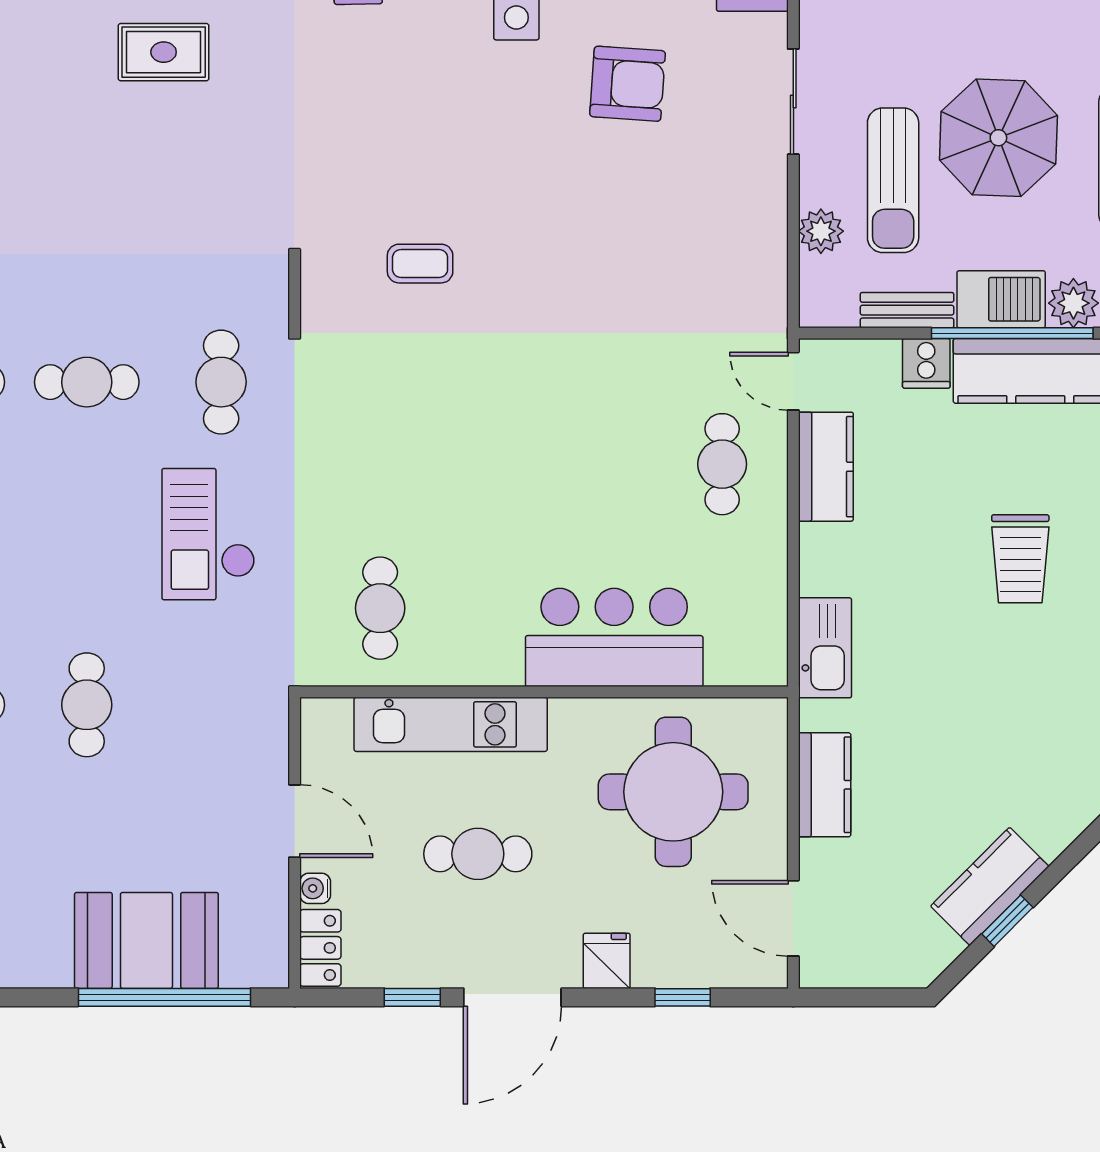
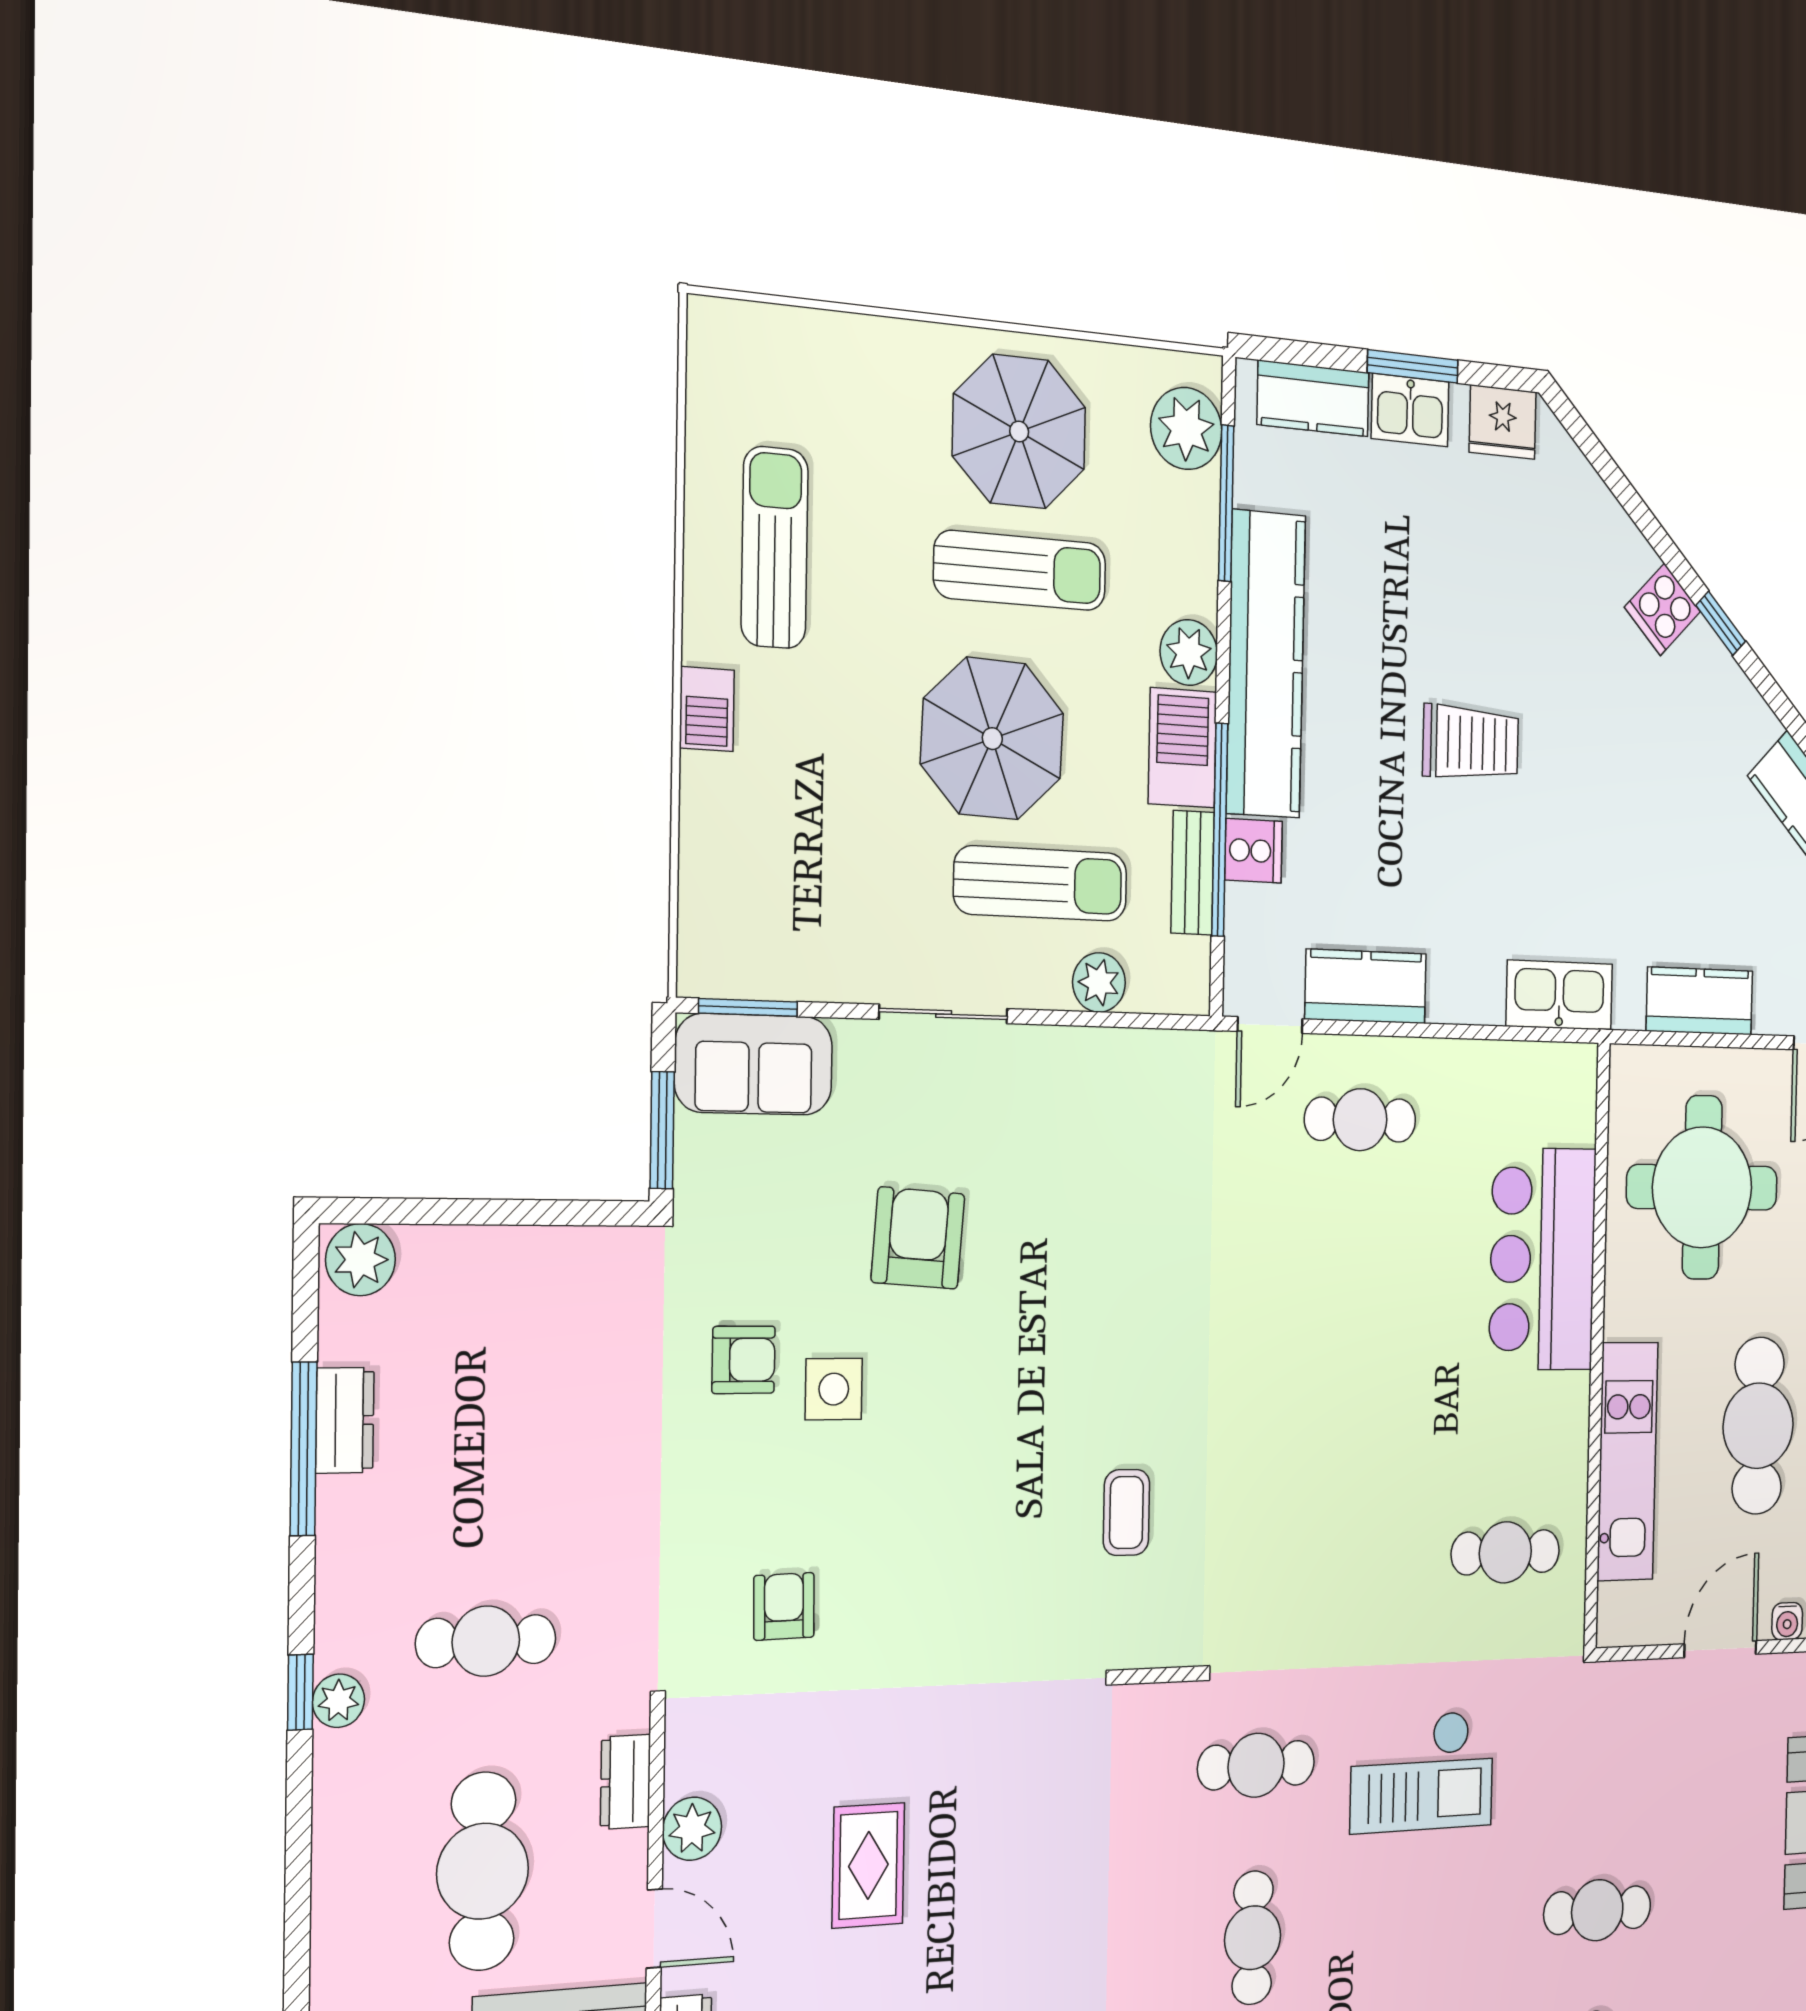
window: (1012, 333) -> (1220, 830), moved
cafe table: (478, 854) -> (1758, 1426), width x1.37, depth x1.35

